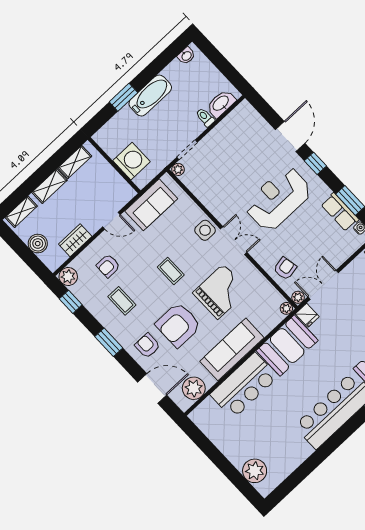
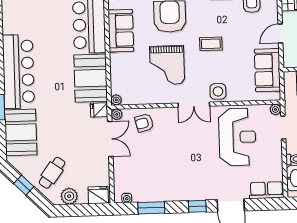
reception desk: (278, 199) -> (237, 137), moved
row of seats: (340, 212) -> (266, 190), moved
armchair: (285, 268) -> (144, 123), turned 87
sofa: (232, 349) -> (121, 31), width x0.73

